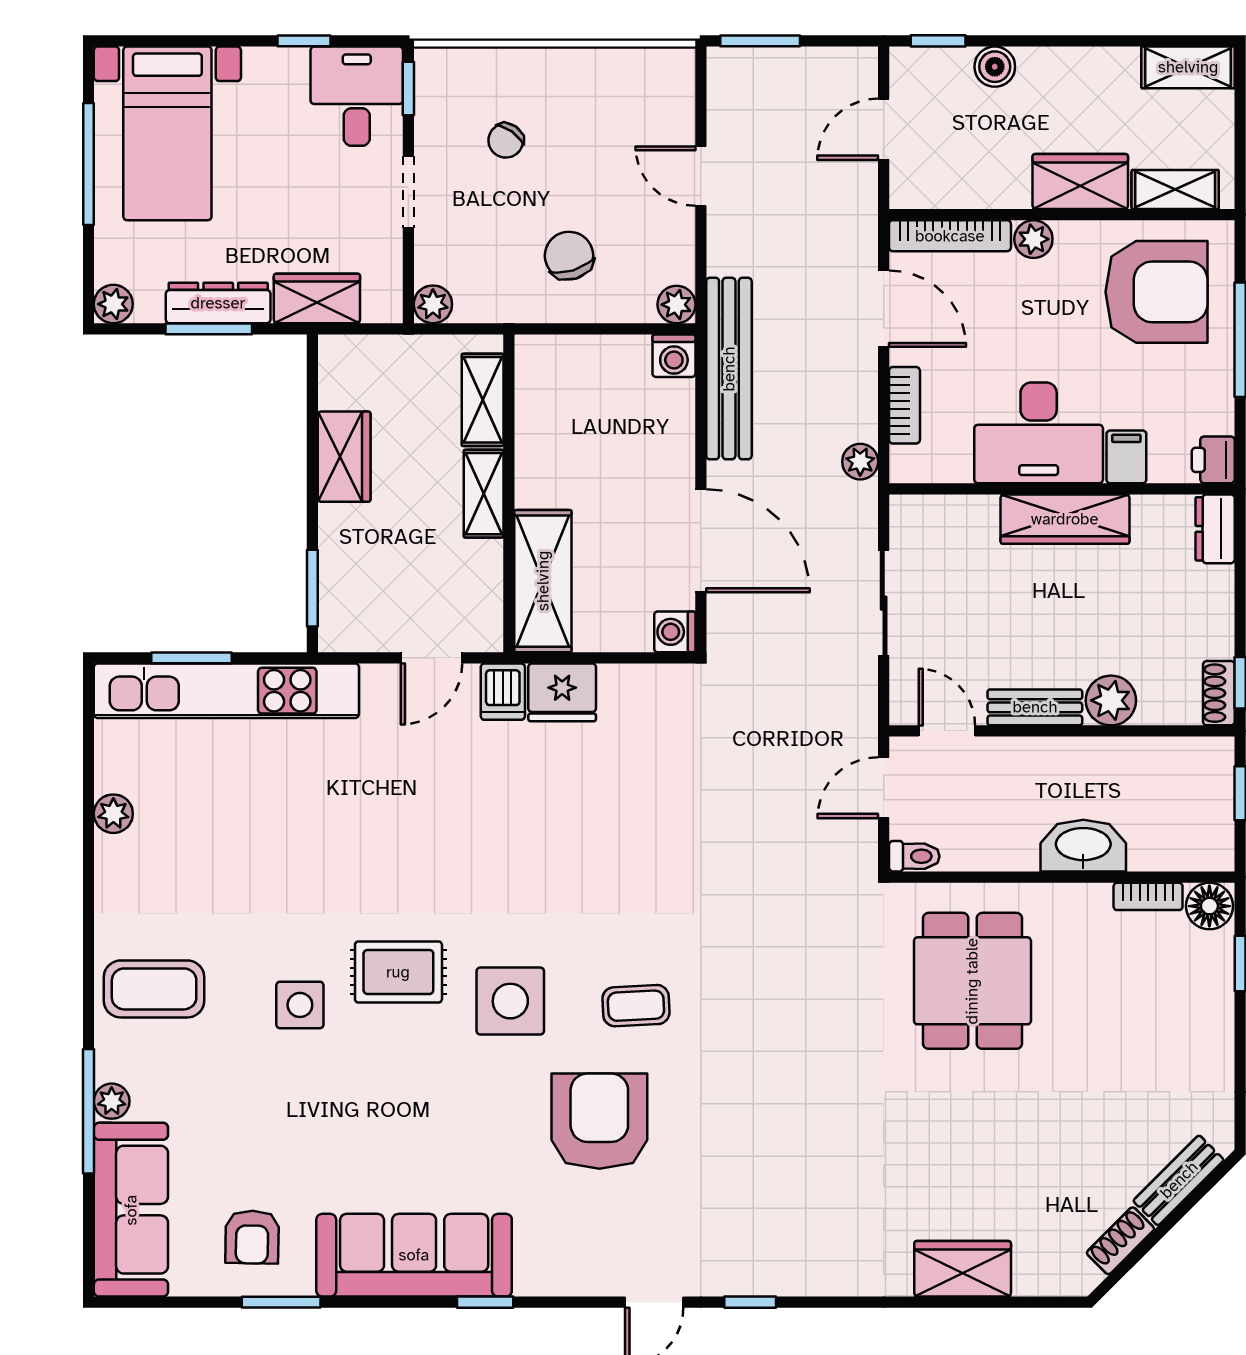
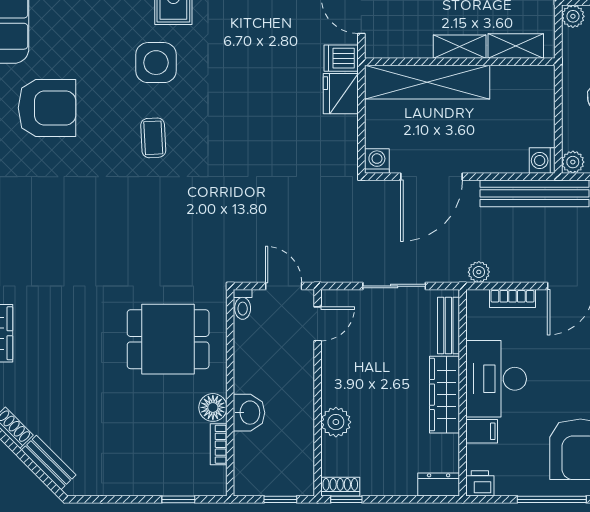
shelving: (543, 581) -> (427, 82), width x1.47
bench: (1035, 707) -> (448, 326), moved
washbasin: (1083, 846) -> (249, 413), width x0.72
floor lamp: (1209, 906) -> (213, 407), moved
armchair: (599, 1121) -> (47, 108), moved

